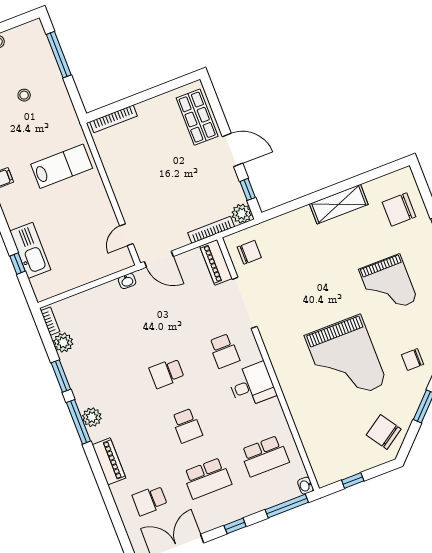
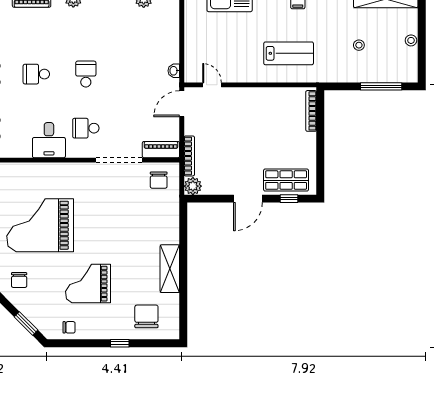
lab bench: (62, 166) -> (289, 53), turned -90
window: (248, 189) -> (289, 199), moved
chair: (413, 360) -> (19, 280), turned 180

